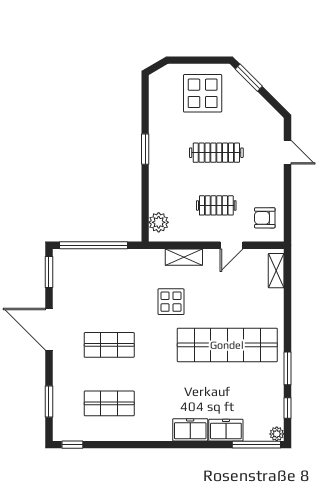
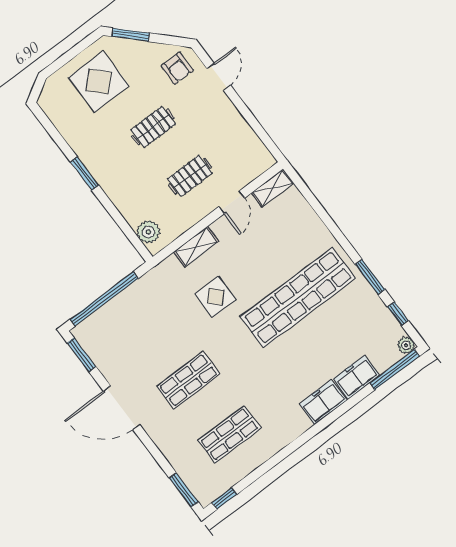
door: (288, 152) -> (219, 77), hinge flipped
clothes rail: (216, 153) -> (153, 127), width x0.73
armchair: (265, 218) -> (177, 68), moved, turned -90
shelving: (276, 271) -> (272, 188), moved, turned 90
window: (49, 402) -> (184, 490), moved

